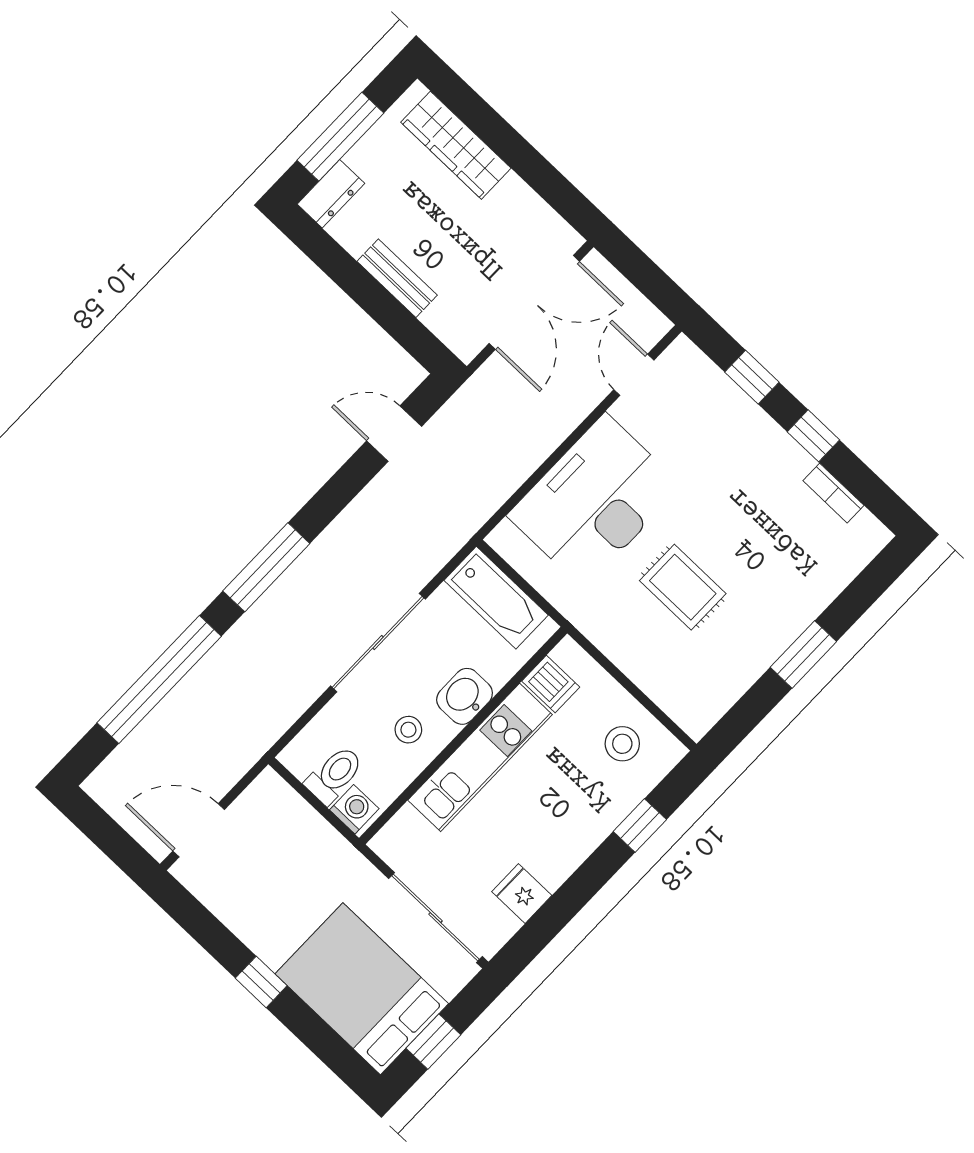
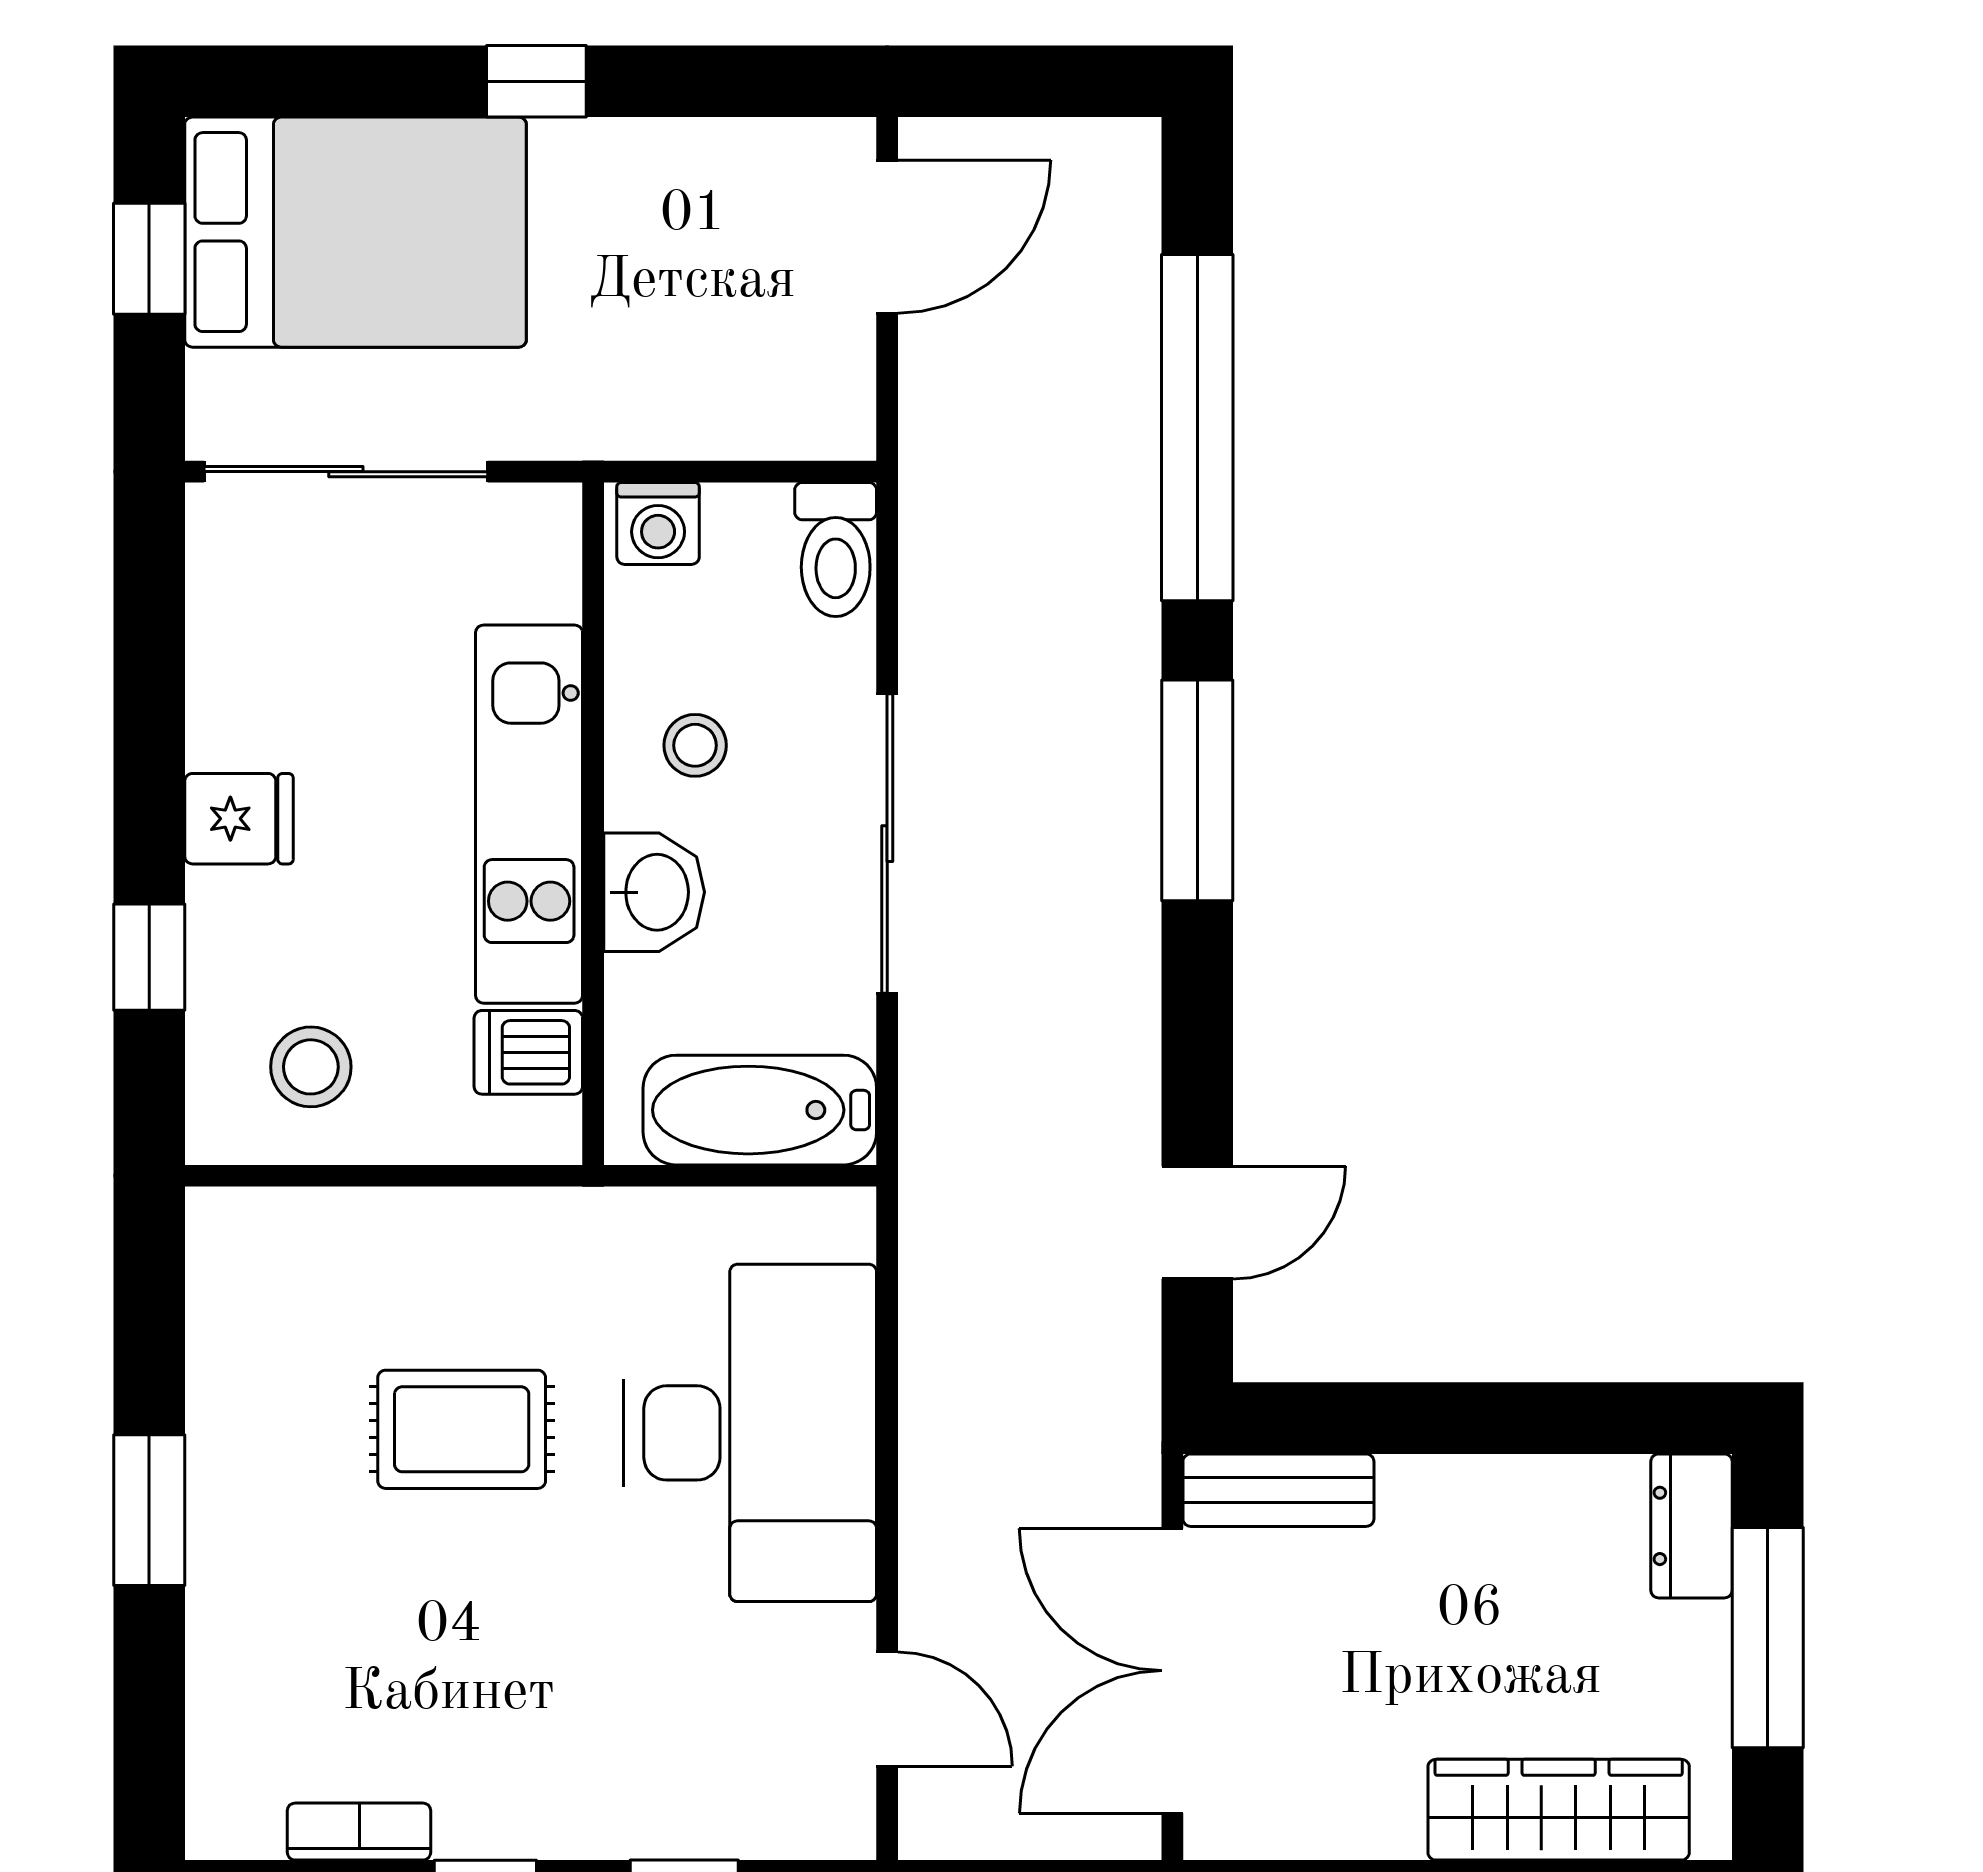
bench: (397, 278) -> (1278, 1490), moved
toilet: (334, 775) -> (836, 550), moved
fridge: (522, 894) -> (239, 819), moved

